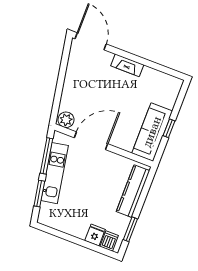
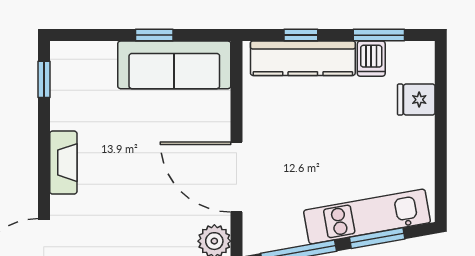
window: (168, 71) -> (44, 79), added
kitchen unit: (55, 173) -> (367, 216), moved
window: (144, 194) -> (301, 35), added
dishwasher: (109, 241) -> (371, 59), moved, turned -90

